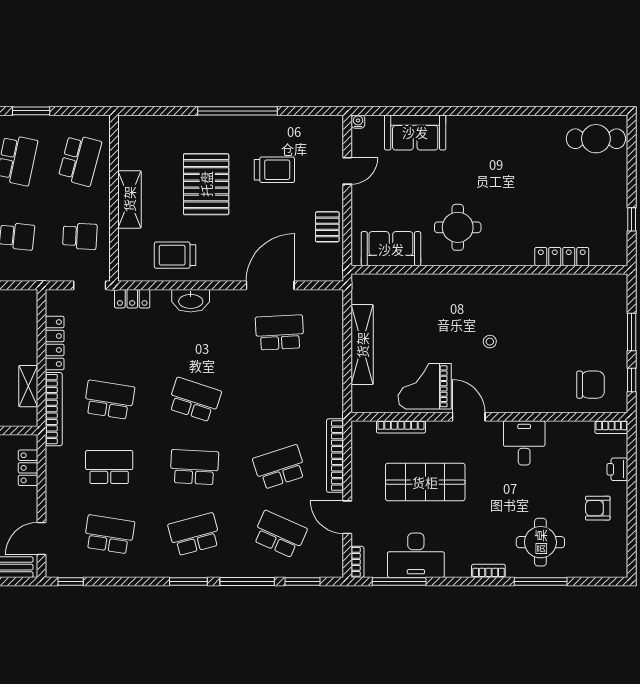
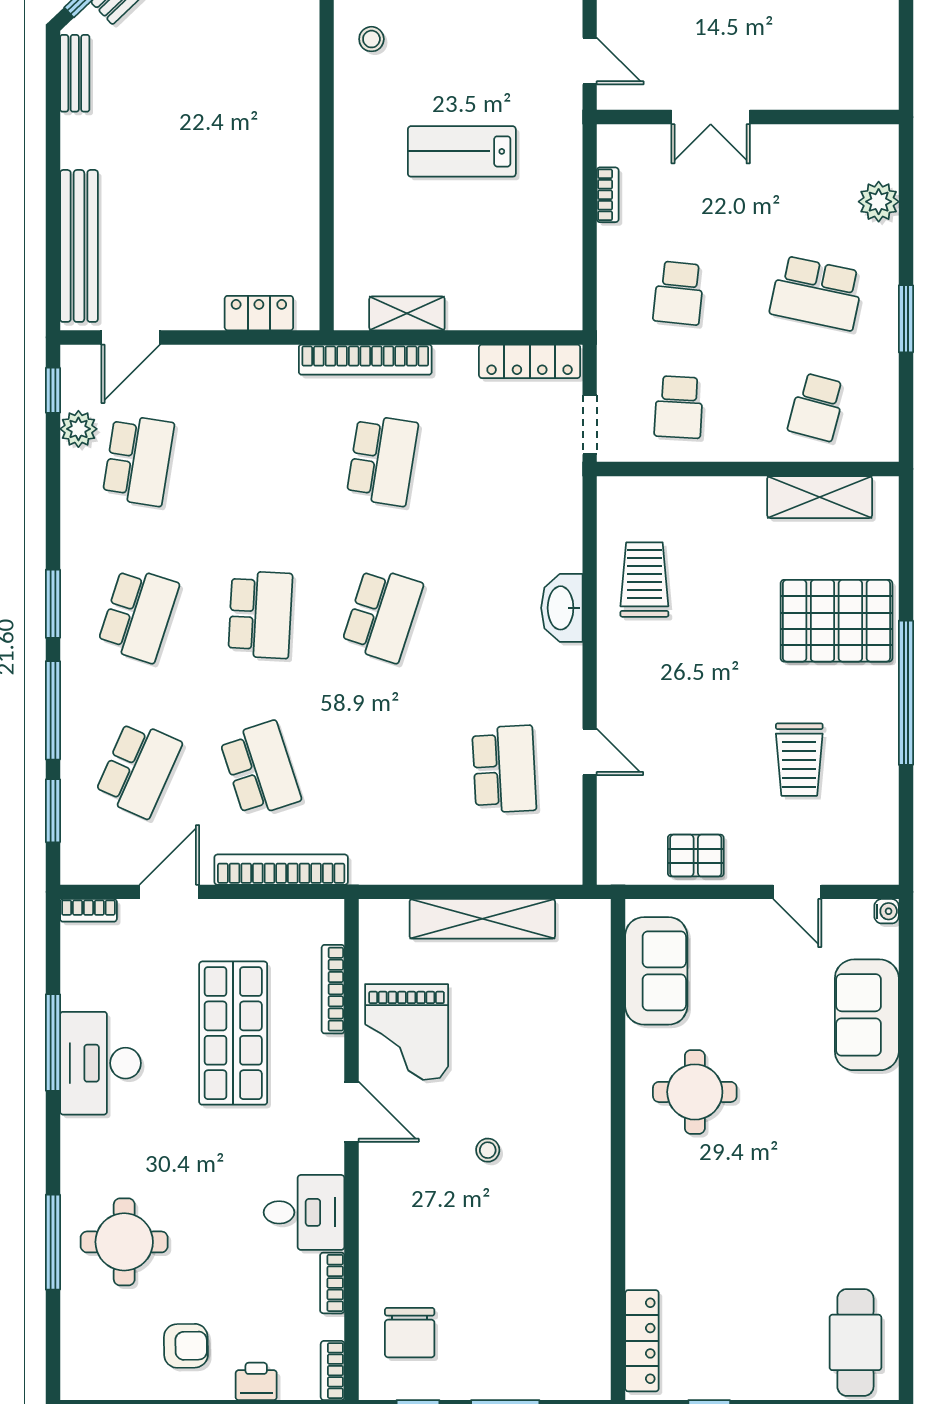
school desk: (80, 160) -> (817, 407), width x0.54
pallet: (206, 184) -> (836, 621), moved
shelving: (129, 199) -> (820, 497), moved
locker: (562, 257) -> (642, 1341), moved
door: (270, 285) -> (590, 752), width x0.53
locker: (132, 299) -> (566, 502), removed
locker: (55, 343) -> (530, 361), moved
grand piano: (425, 386) -> (407, 1032), turned 180
door: (469, 417) -> (352, 1112), hinge flipped
school desk: (109, 467) -> (260, 460), removed
armchair: (598, 508) -> (186, 1346), turned 89
school desk: (194, 534) -> (138, 615), turned 33
door: (41, 539) -> (131, 337), swing flipped
desk: (416, 555) -> (100, 1063), moved
plant: (92, 567) -> (78, 429), added
bookcase: (488, 571) -> (332, 1283), moved, turned 180
window: (399, 581) -> (53, 1042), moved

